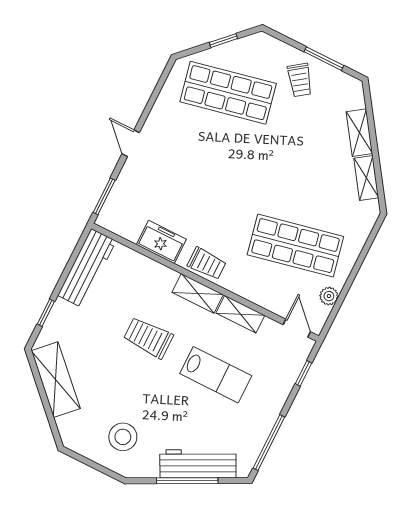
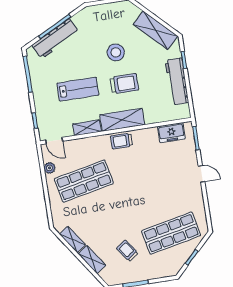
trolley: (300, 80) -> (127, 251), moved
freezer: (161, 242) -> (171, 133), moved
workbench: (87, 268) -> (177, 81), moved
shelving: (198, 293) -> (122, 120), width x1.50, depth x1.33
lab bench: (216, 375) -> (78, 89), turned 180
stool: (123, 437) -> (116, 52), moved

